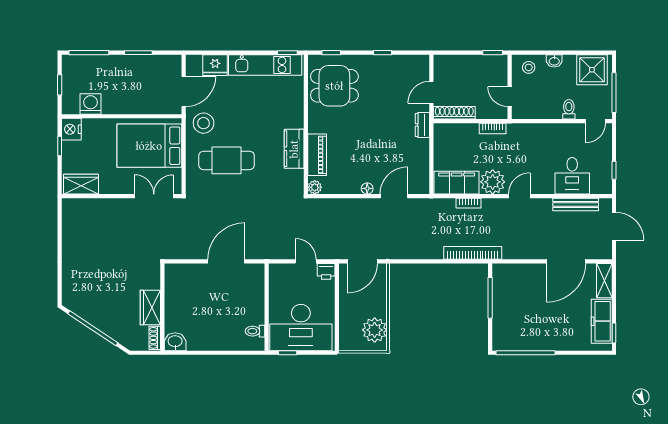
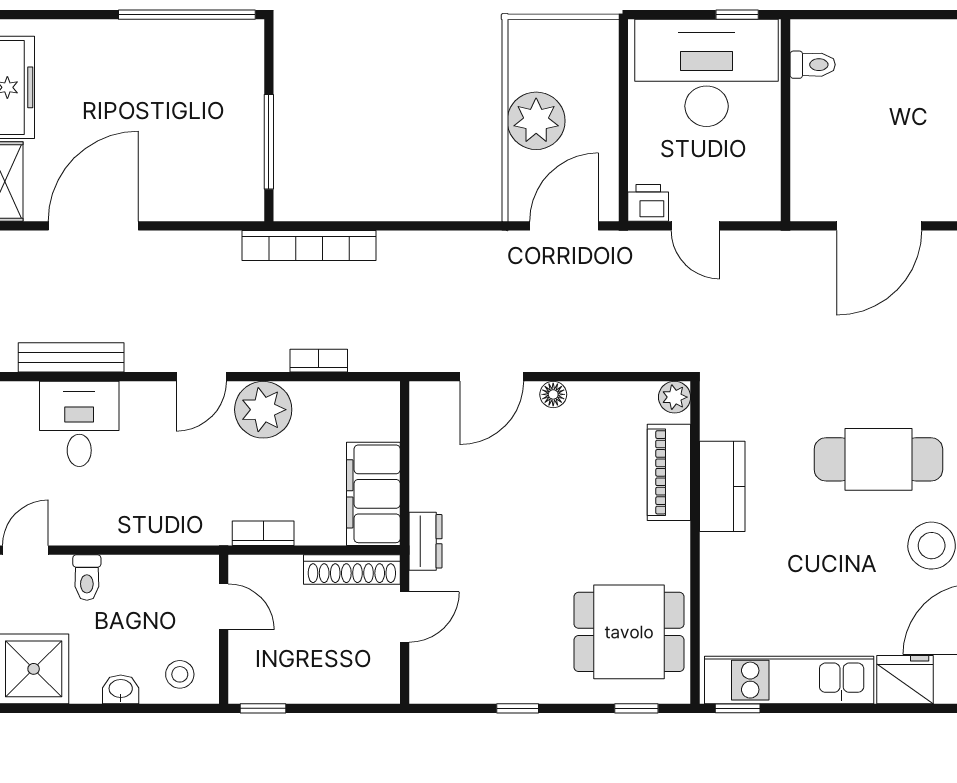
filing cabinet: (457, 183) -> (373, 494), moved, turned 90
plant: (375, 330) -> (536, 121), moved

